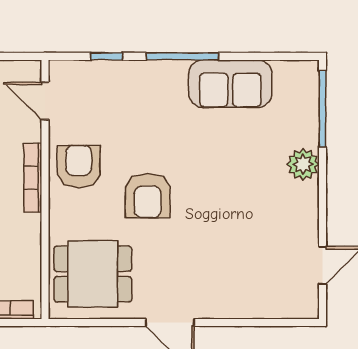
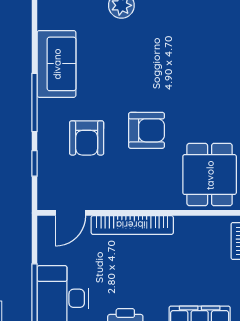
armchair: (79, 166) -> (87, 138), moved, turned -90
bookcase: (33, 178) -> (132, 225), width x1.48, depth x1.31

